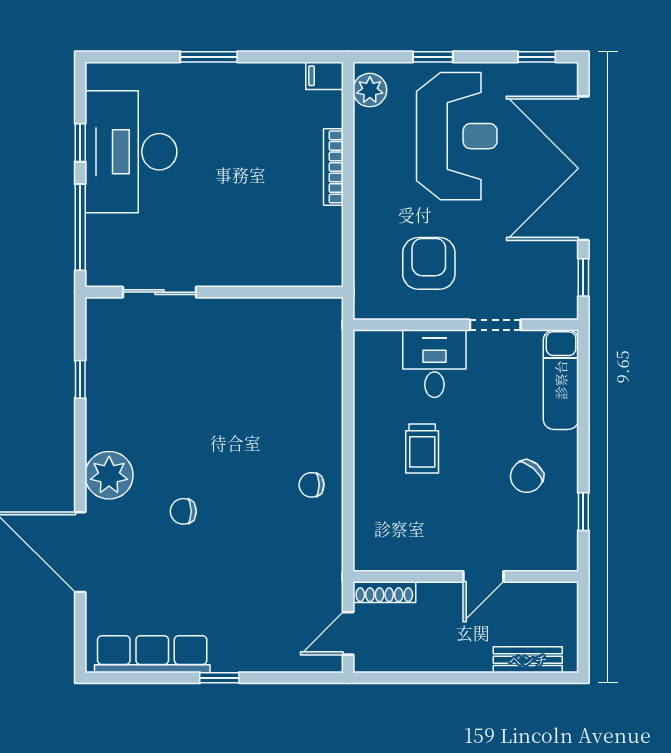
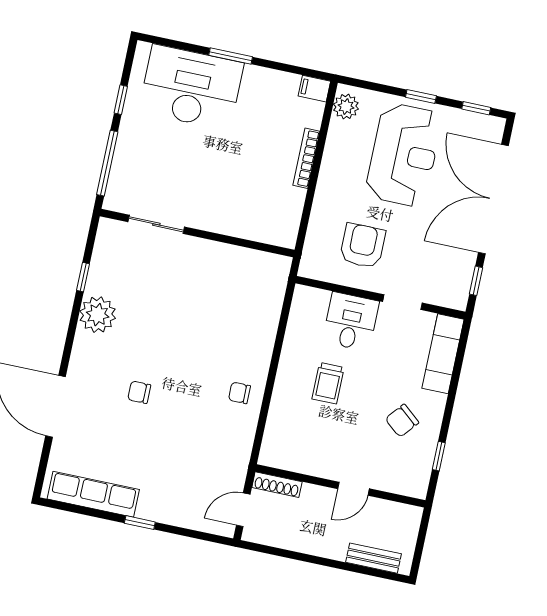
window: (433, 57) -> (421, 96), moved
desk: (131, 152) -> (191, 87), moved, turned 90
plant: (109, 475) -> (98, 315), moved

